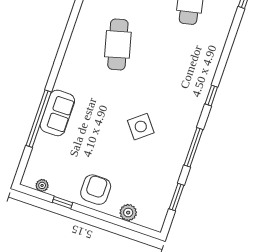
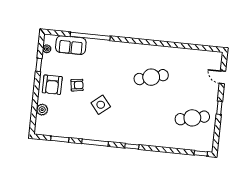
sofa: (57, 113) -> (71, 45), moved
armchair: (104, 154) -> (77, 85), added
armchair: (96, 190) -> (52, 85), turned 90

